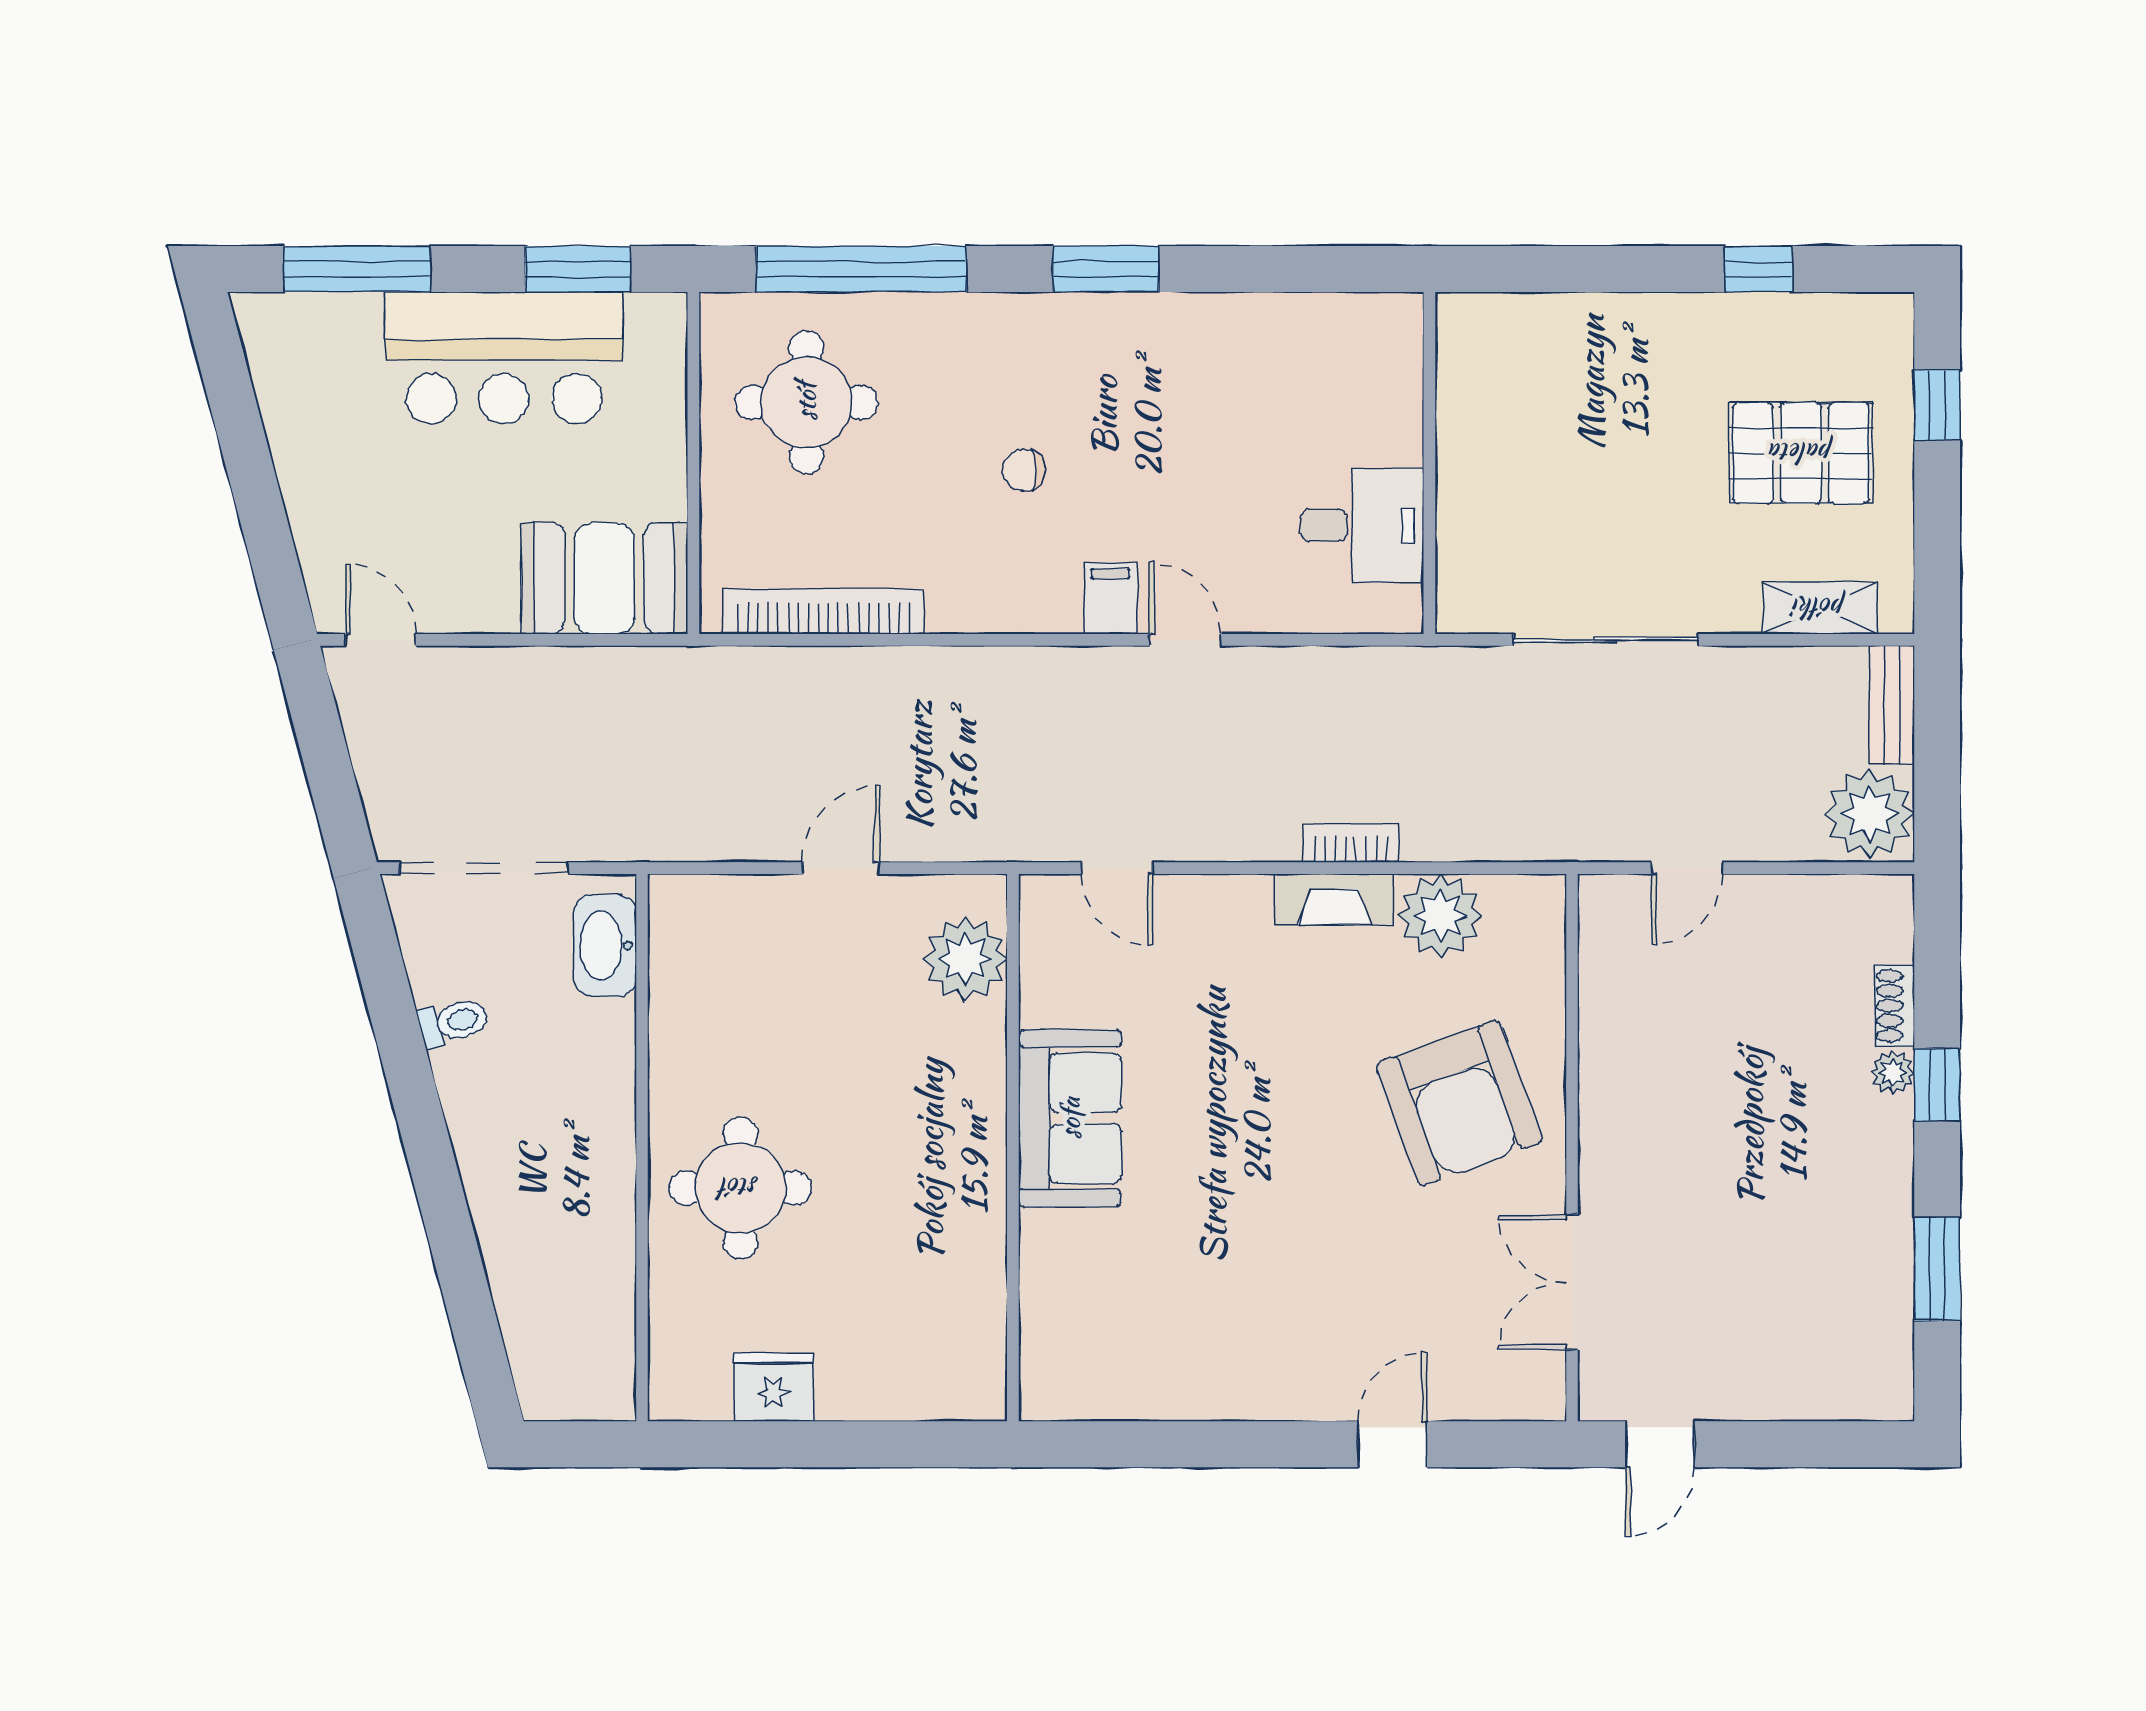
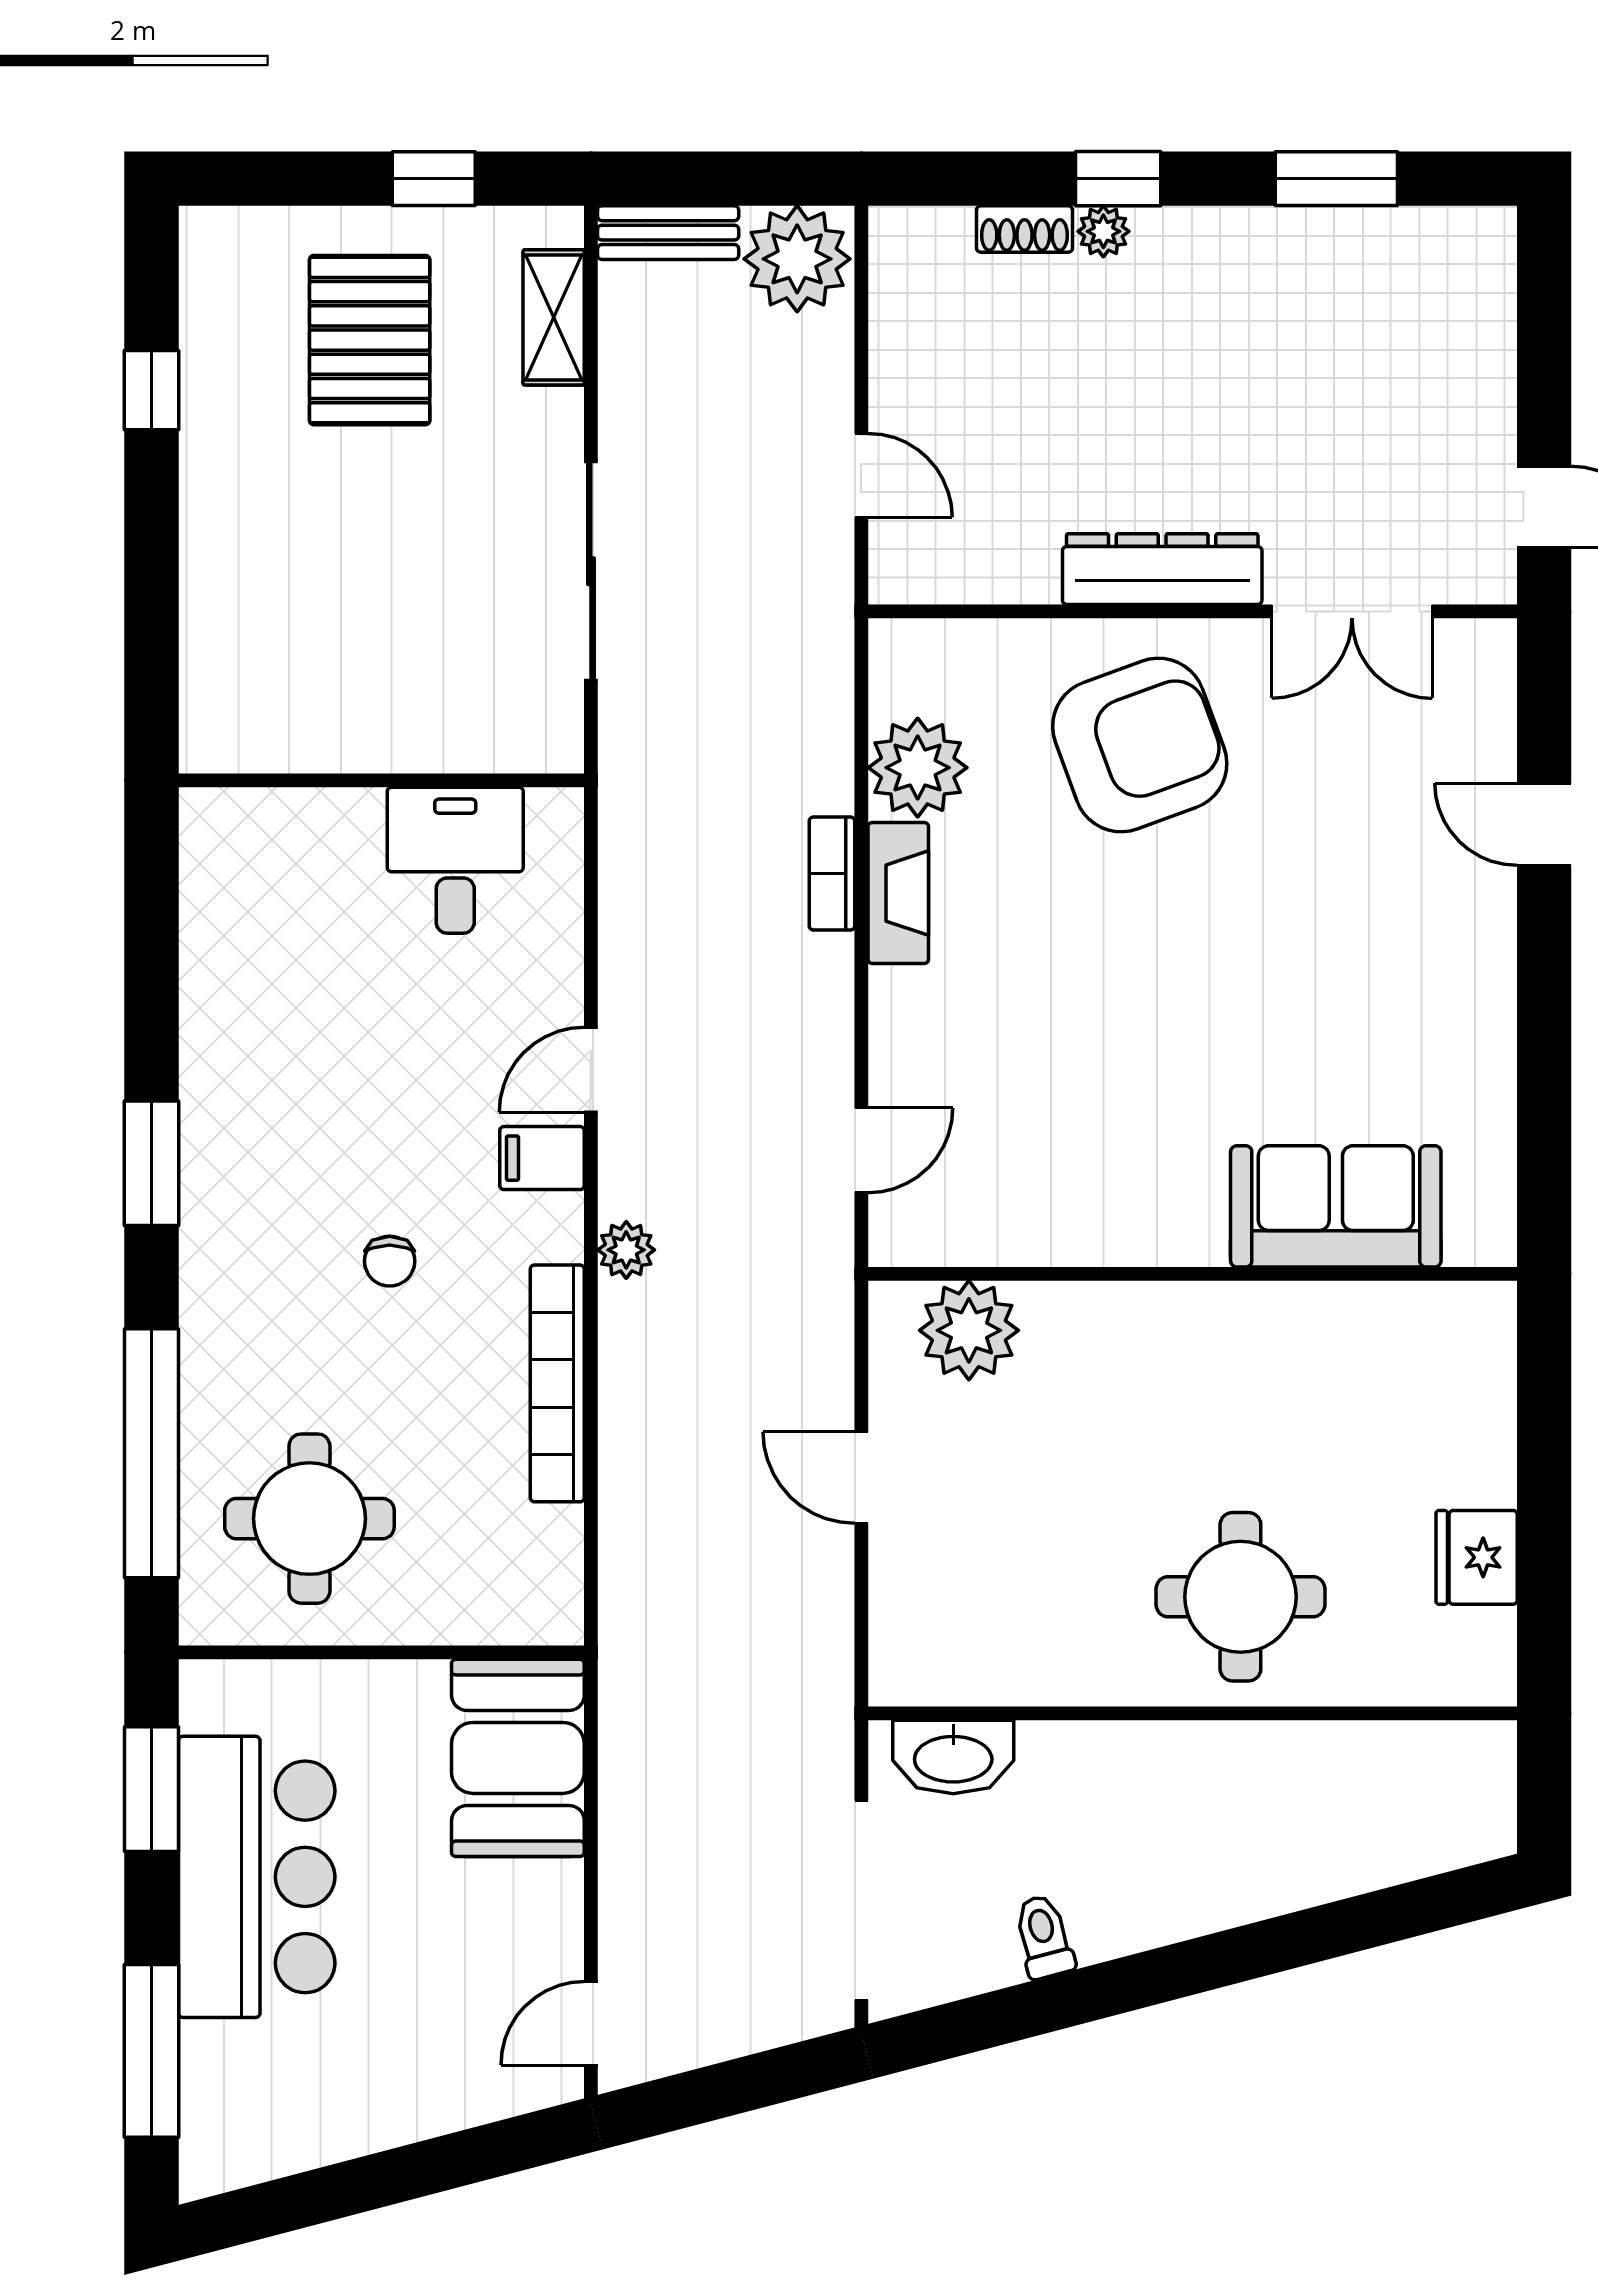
window: (1937, 405) -> (434, 179), moved
bookcase: (824, 611) -> (557, 1383), moved
plant: (1033, 670) -> (626, 1250), added
sofa: (1070, 1118) -> (1336, 1206), moved
dresser: (1608, 1122) -> (1162, 569), added

